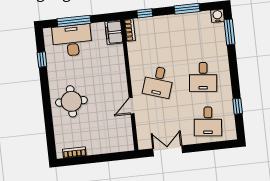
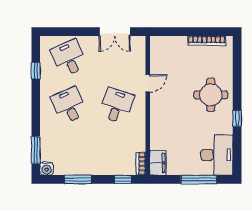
desk: (72, 40) -> (217, 155), moved, turned -90
window: (42, 60) -> (237, 118), moved
desk: (203, 77) -> (69, 106), turned -30
desk: (208, 121) -> (69, 58), turned -30
bookcase: (74, 152) -> (207, 41), width x1.56

